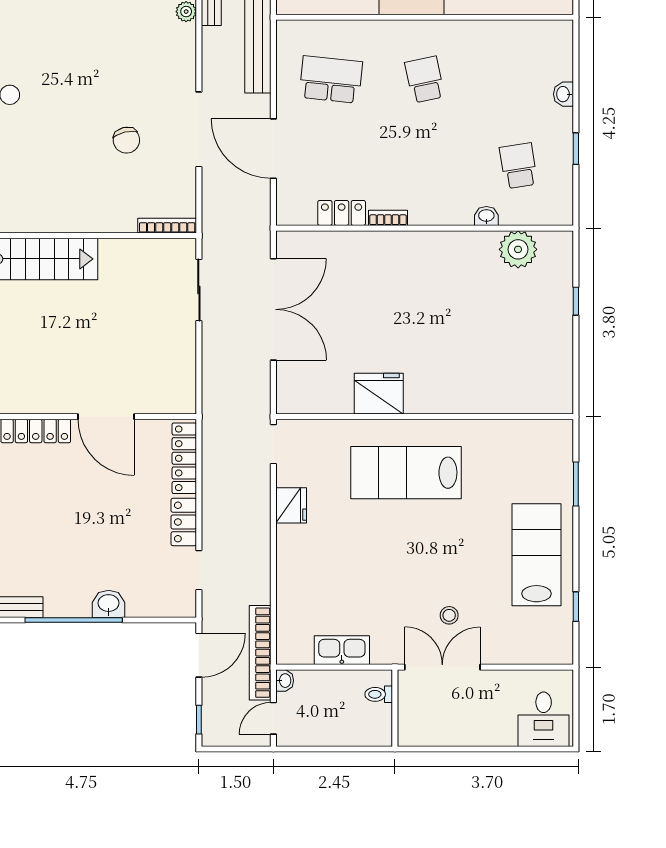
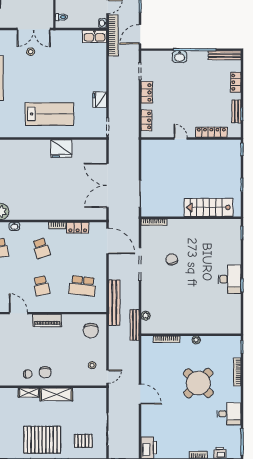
door: (477, 17) -> (18, 313), added
door: (273, 149) -> (107, 241), moved
school desk: (425, 166) -> (41, 248), added
door: (106, 417) -> (181, 139), width x0.53
locker: (184, 458) -> (146, 120), width x0.66
kitchen sink: (342, 650) -> (94, 36), moved

